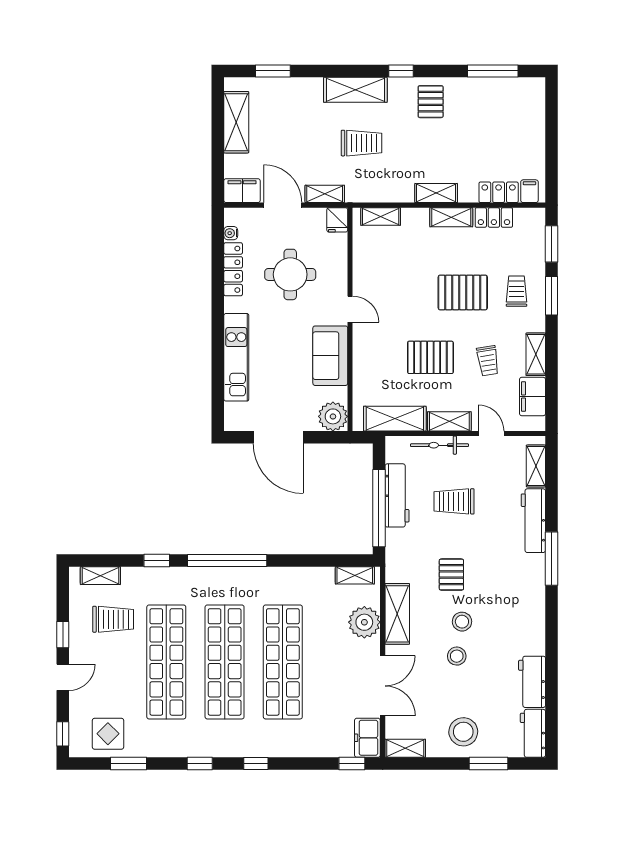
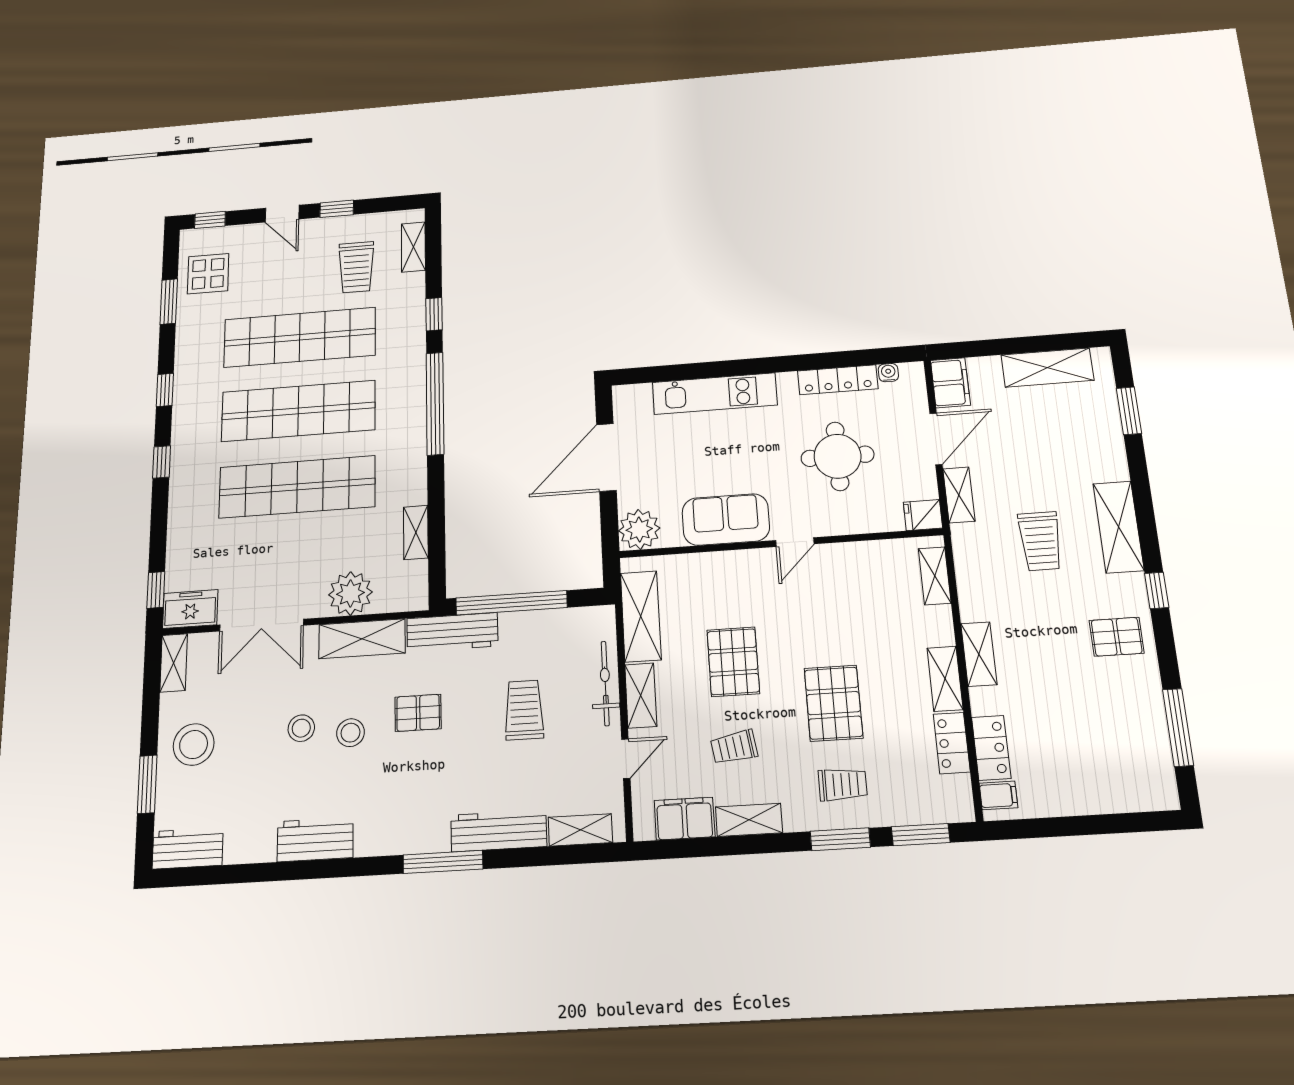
workbench: (397, 495) -> (452, 632), moved
shelving: (355, 575) -> (416, 532), moved
workbench: (532, 682) -> (315, 840), moved

